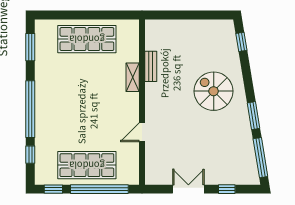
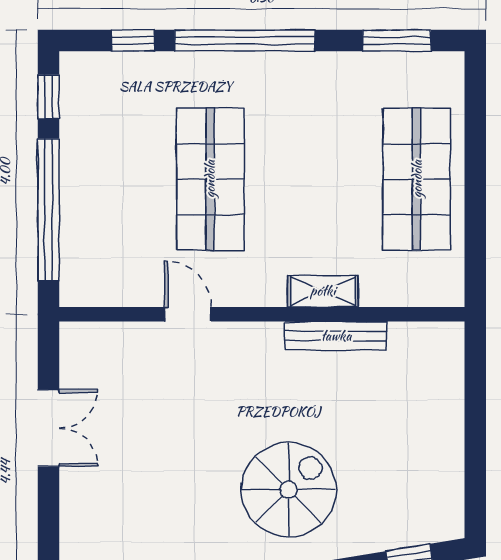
bench: (151, 66) -> (336, 336), width x1.36
shop shelf: (87, 165) -> (210, 179), moved
window: (227, 189) -> (48, 522), removed

